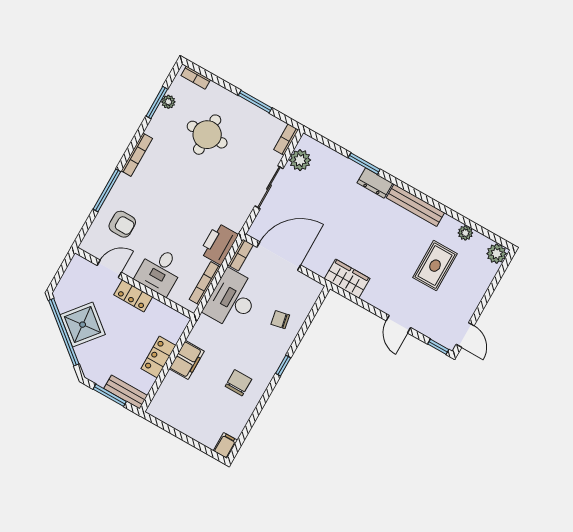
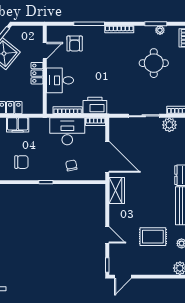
door: (279, 256) -> (107, 157), moved
door: (109, 269) -> (45, 51), hinge flipped
door: (398, 324) -> (107, 235), swing flipped

